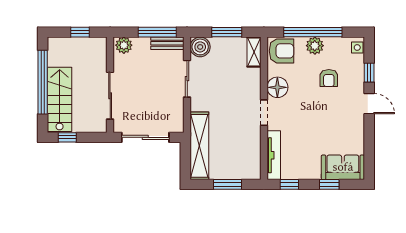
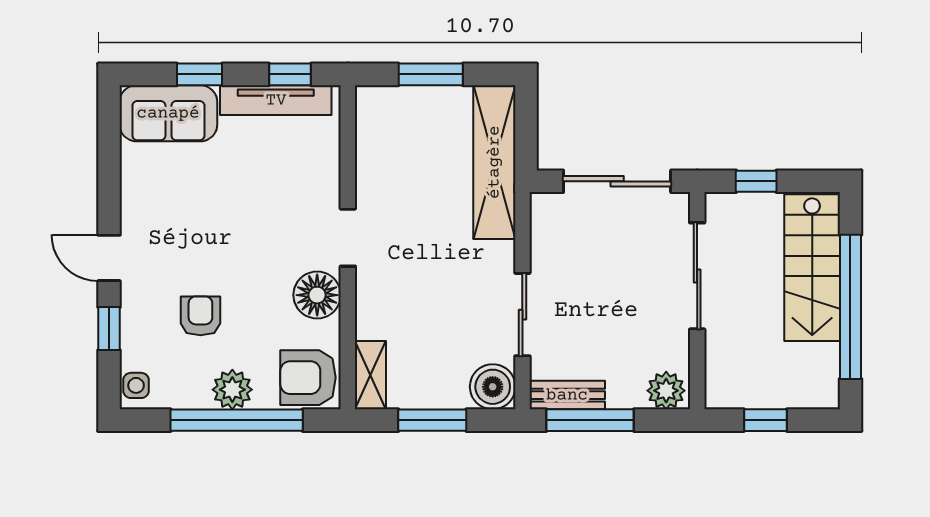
window: (67, 137) -> (756, 181), moved
tv unit: (274, 155) -> (276, 100), moved, turned -90

